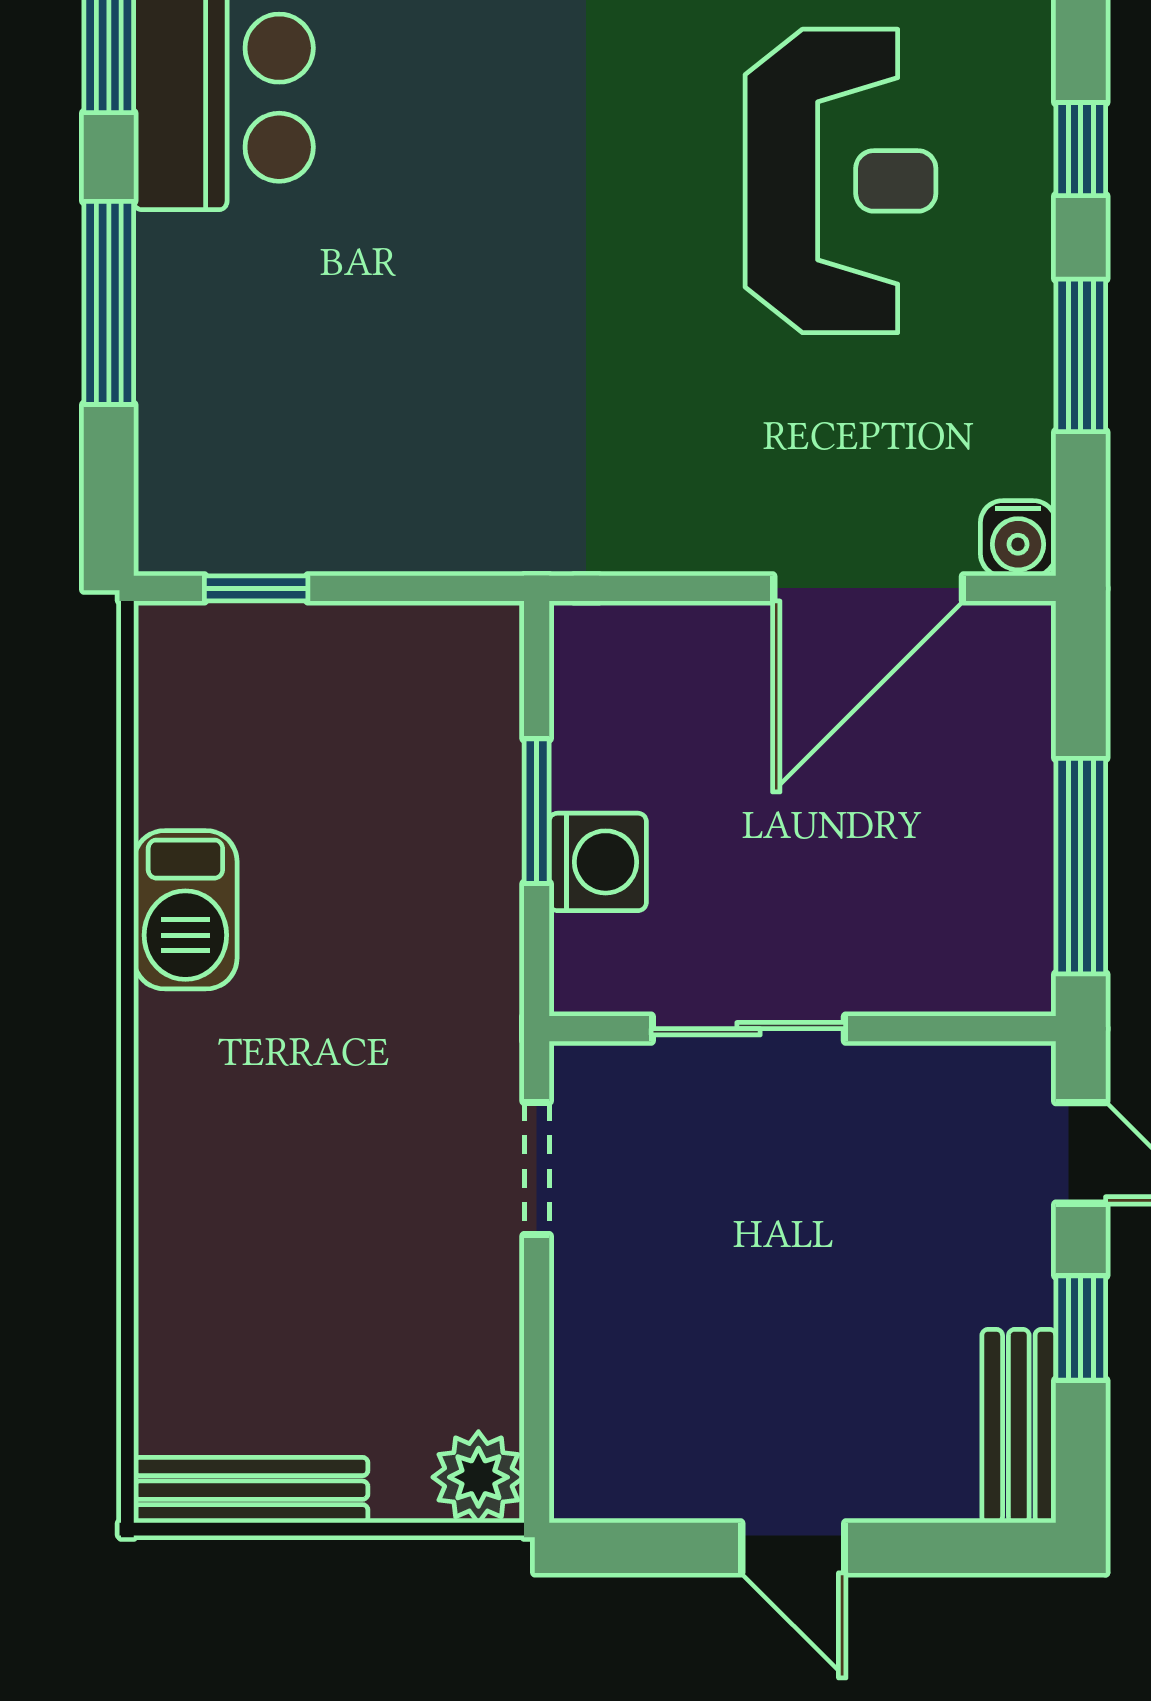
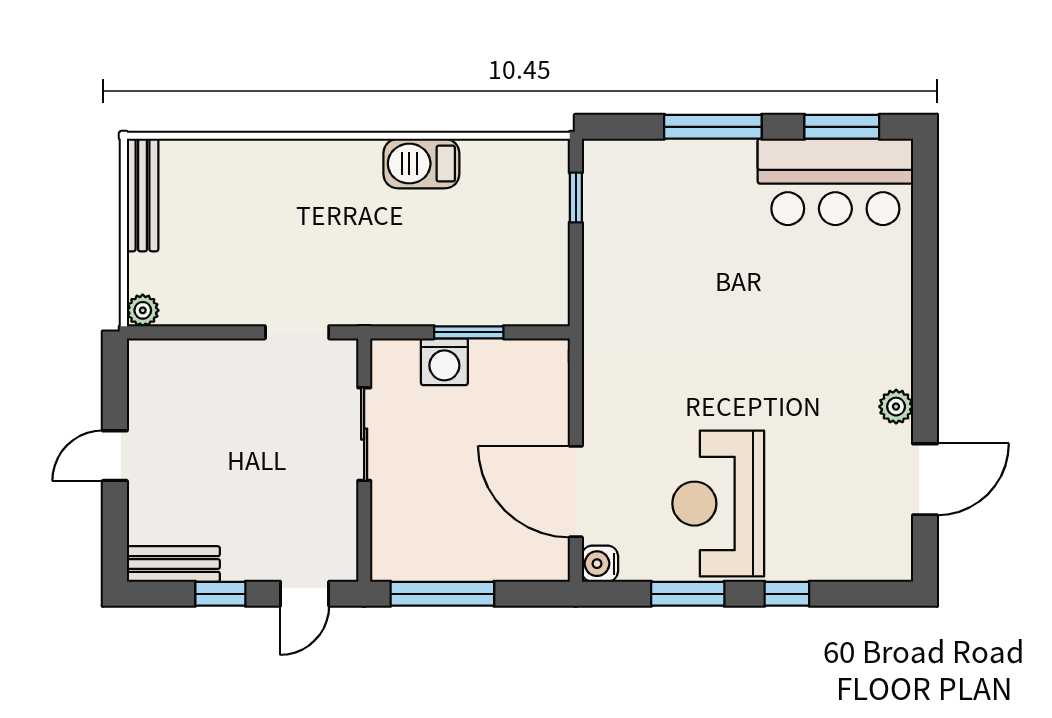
reception desk: (840, 181) -> (718, 504), moved, turned 90
plant: (478, 1477) -> (143, 310), width x0.73, depth x0.73

